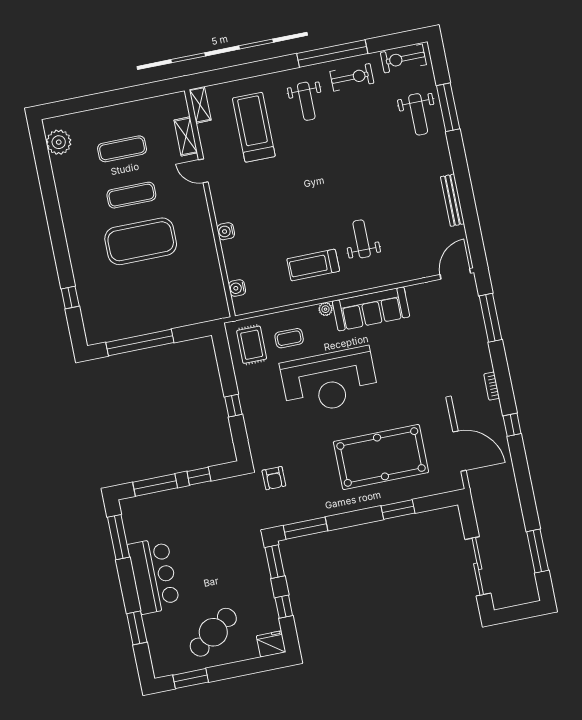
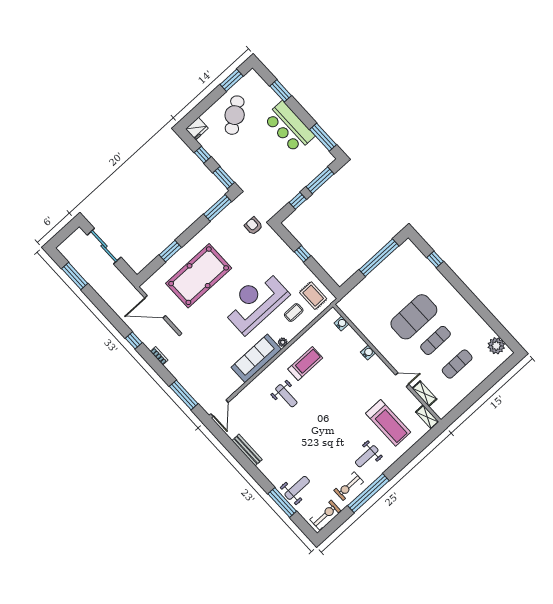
weight bench: (306, 101) -> (367, 456), turned -90
weight bench: (418, 114) -> (297, 488), turned 90

